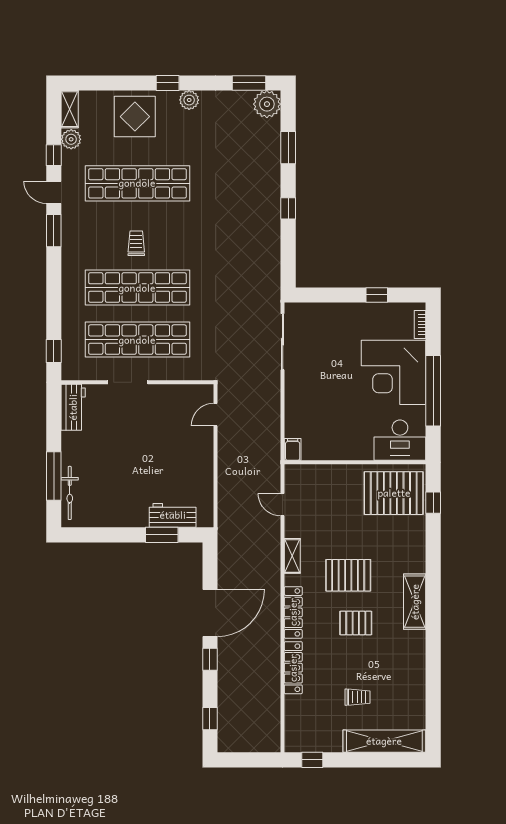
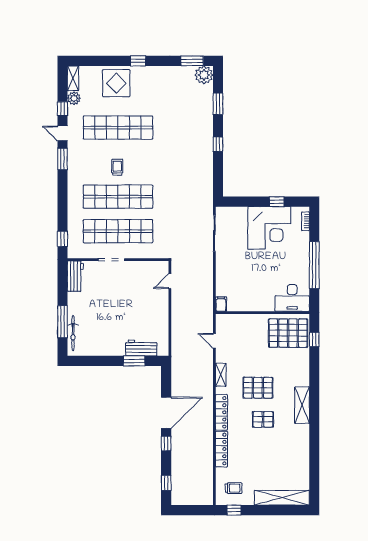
plant: (189, 100) -> (152, 72), removed
corner desk: (393, 372) -> (269, 228), moved, turned -90
trolley: (357, 697) -> (233, 488), moved

